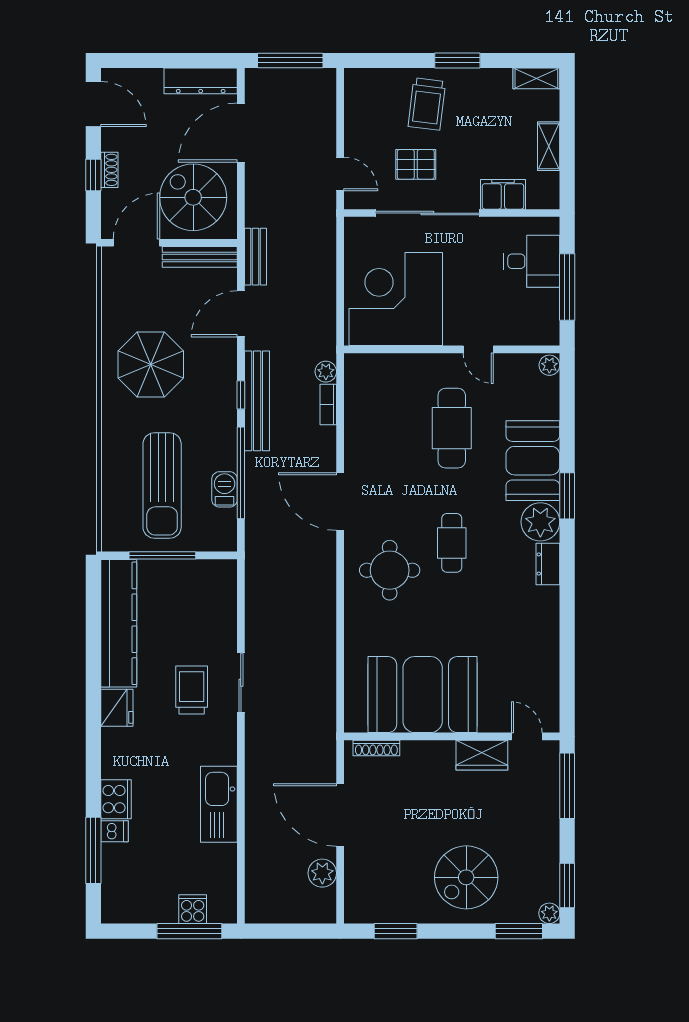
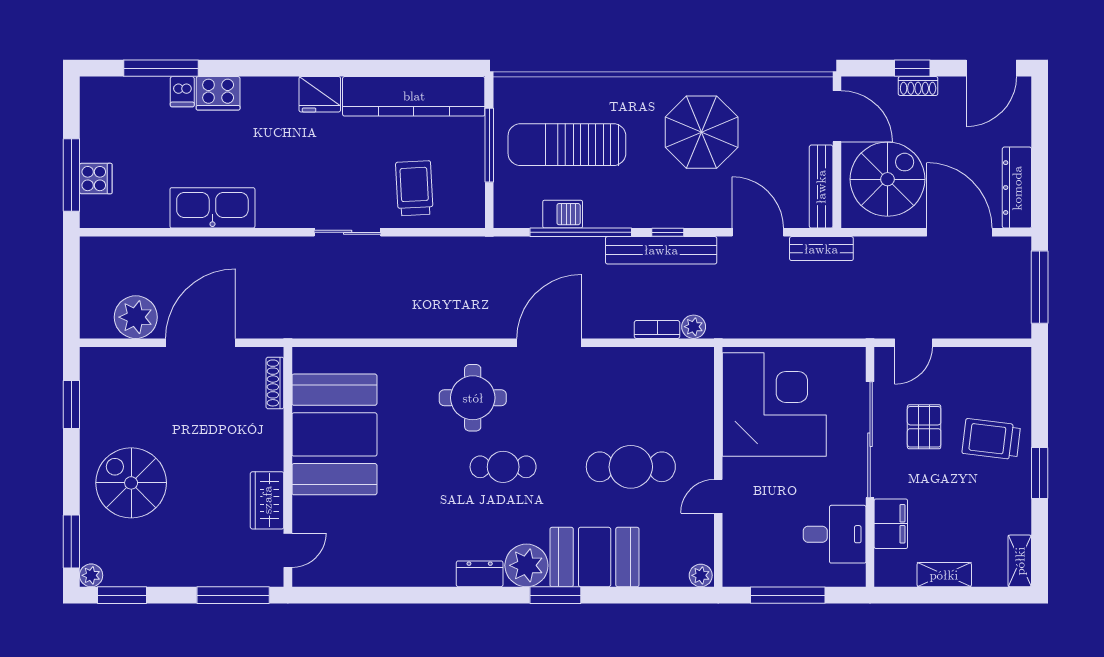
desk: (531, 261) -> (835, 534), moved, turned -90
trolley: (192, 690) -> (414, 188), moved, turned -93
plant: (322, 873) -> (136, 317), width x1.36, depth x1.36

